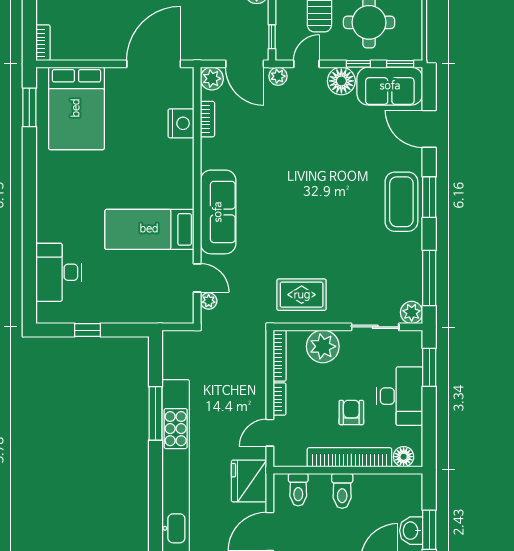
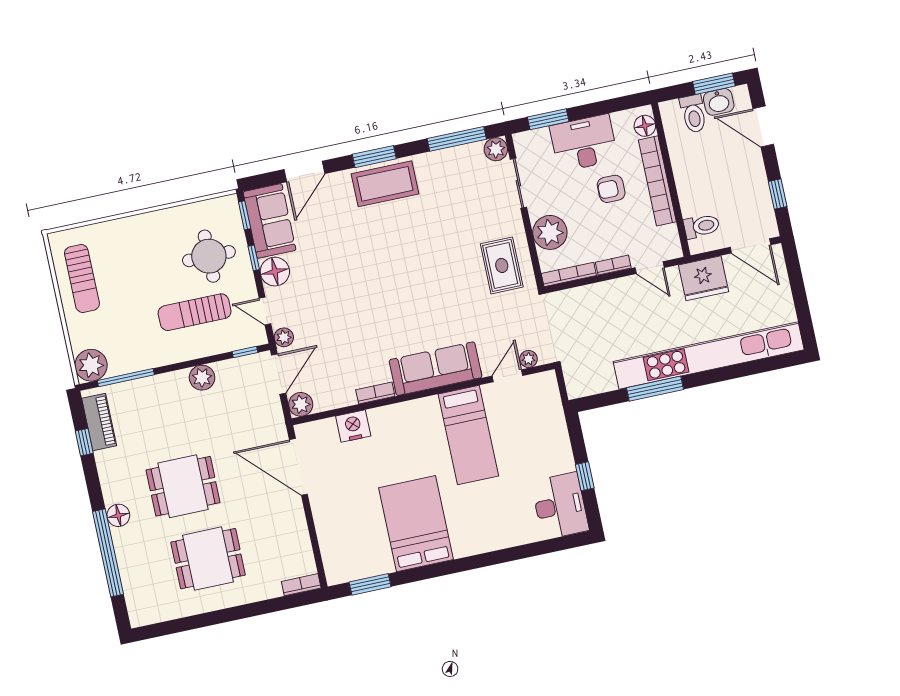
bed: (76, 108) -> (416, 524), moved, turned -90
bookcase: (207, 119) -> (375, 393), moved
desk: (59, 272) -> (560, 506), moved, turned -90
toilet: (342, 491) -> (693, 114), moved, turned 90

